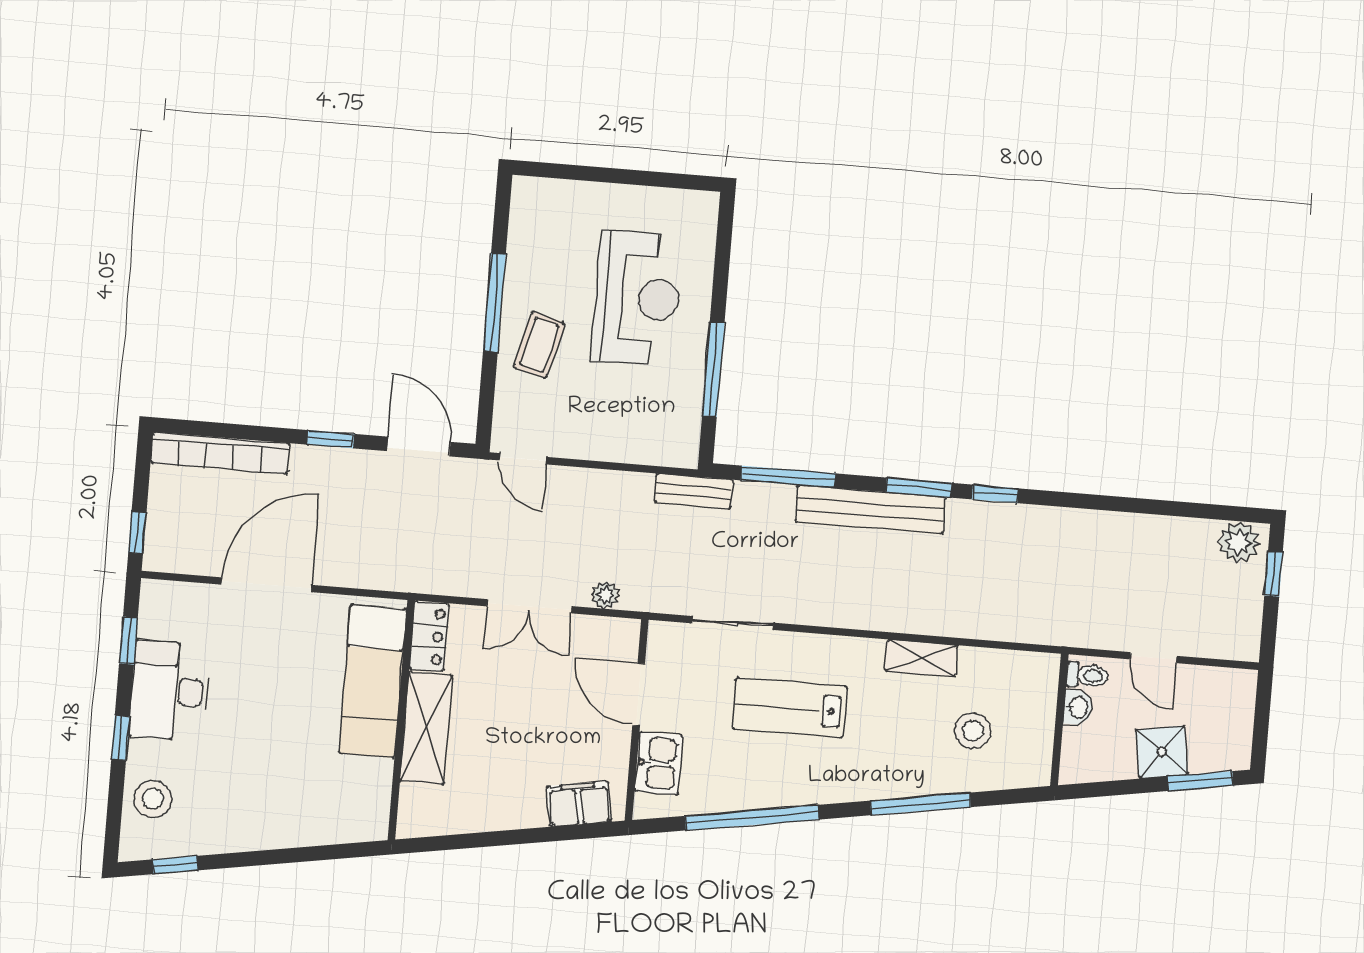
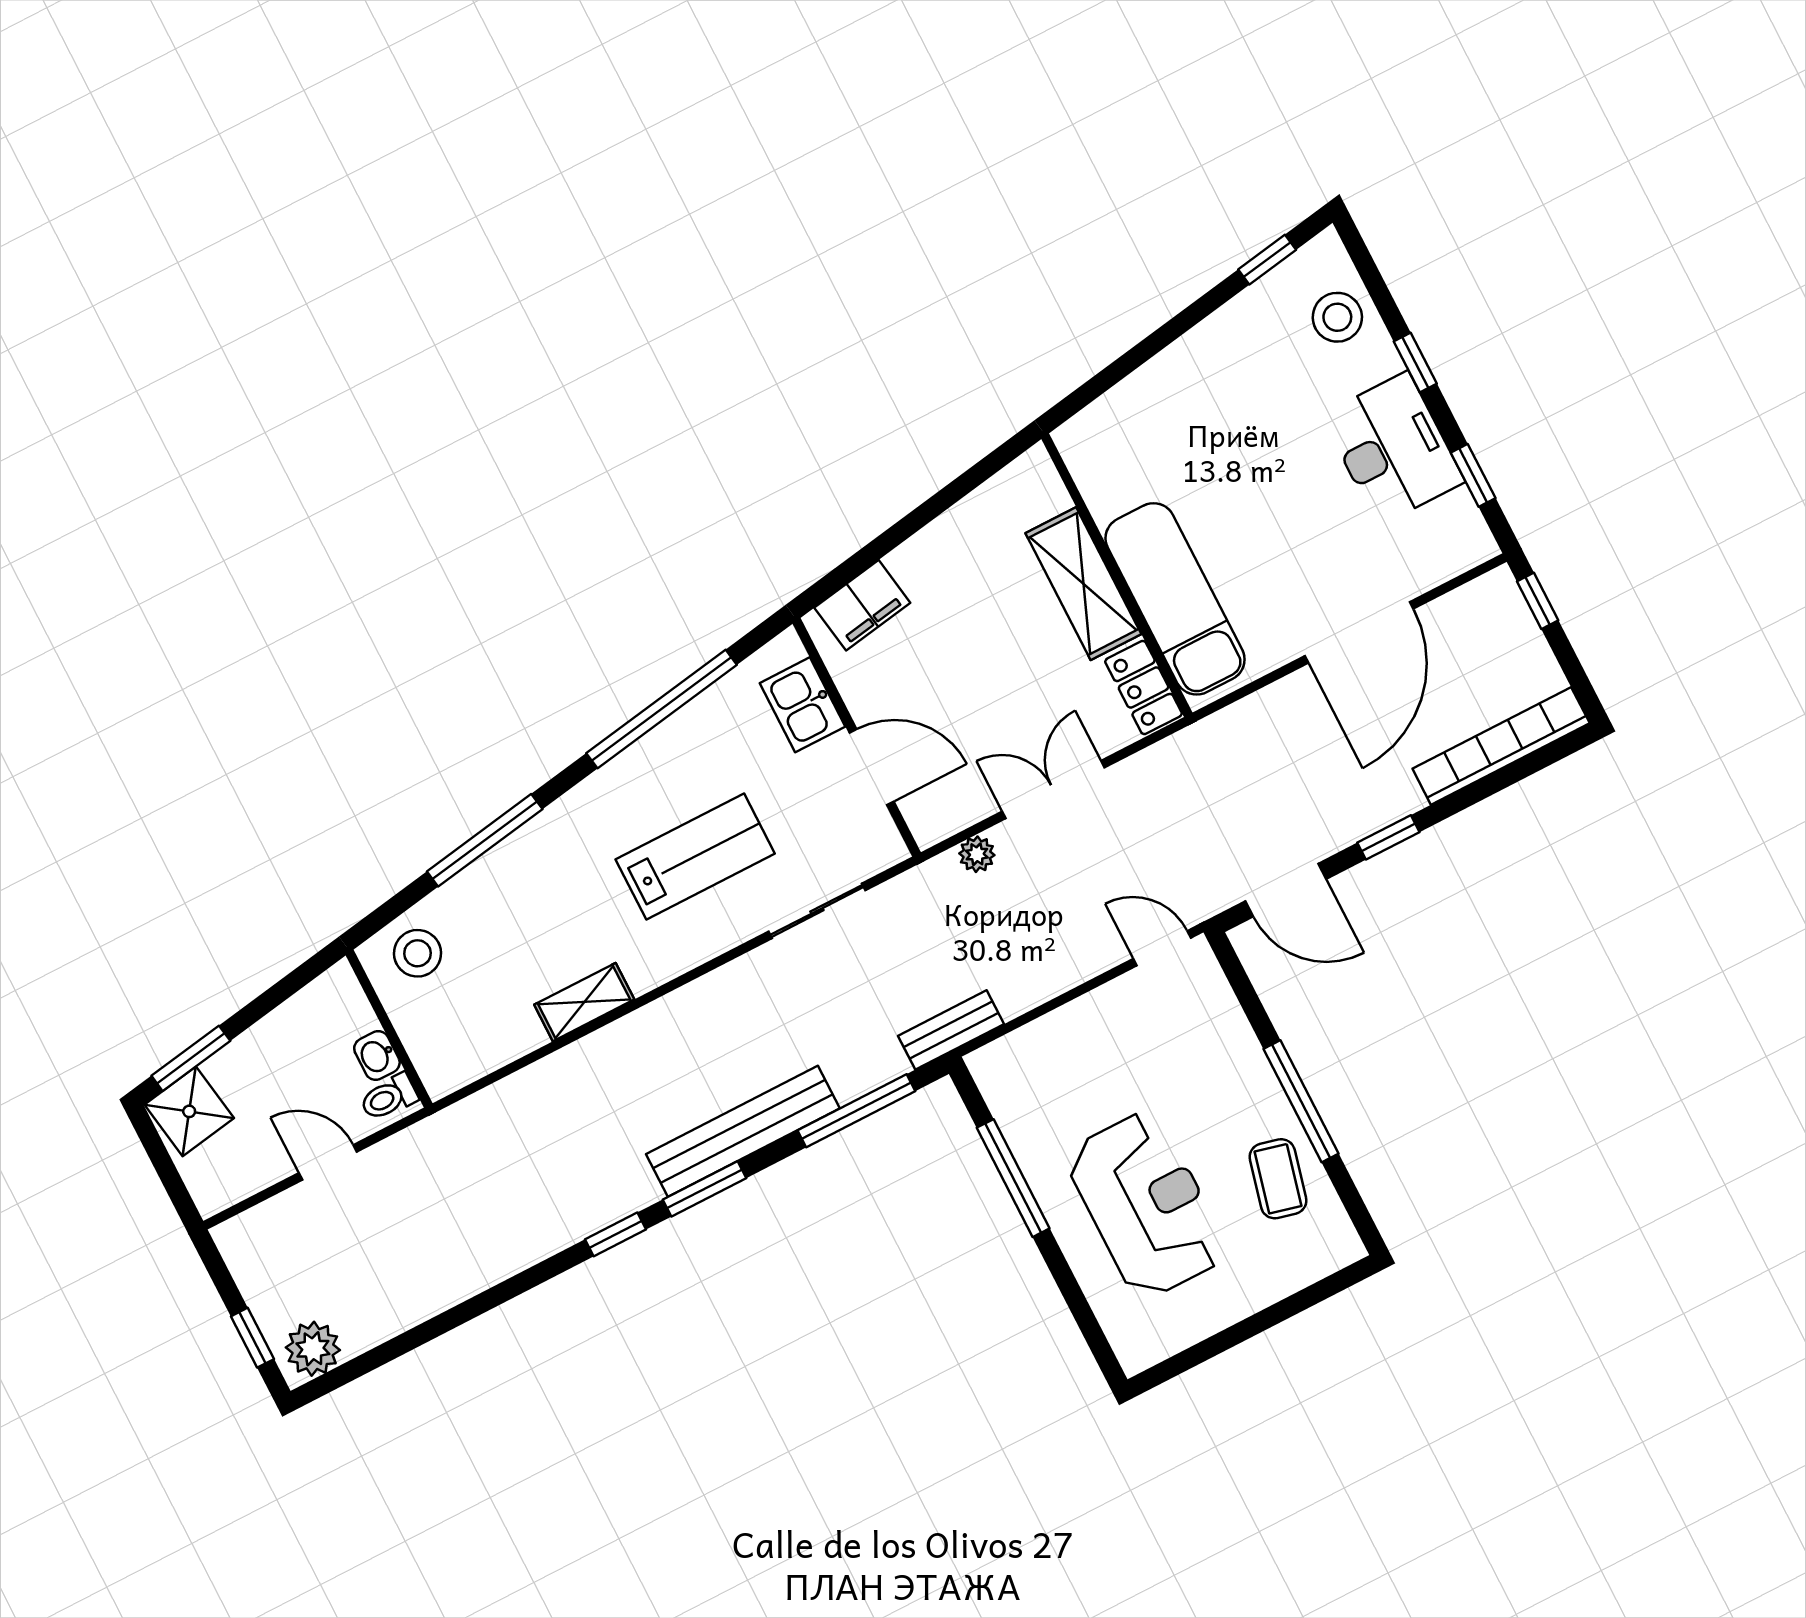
reception desk: (637, 298) -> (1146, 1205), turned 180
coffee table: (539, 345) -> (1278, 1179), moved
stool: (973, 731) -> (417, 953), moved
shower: (1162, 752) -> (189, 1111), moved

